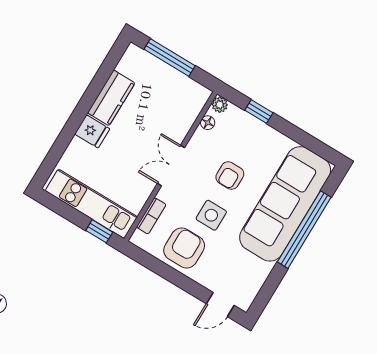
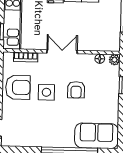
armchair: (230, 176) -> (76, 90), turned -90
sofa: (285, 204) -> (96, 136), width x0.54, depth x0.79

